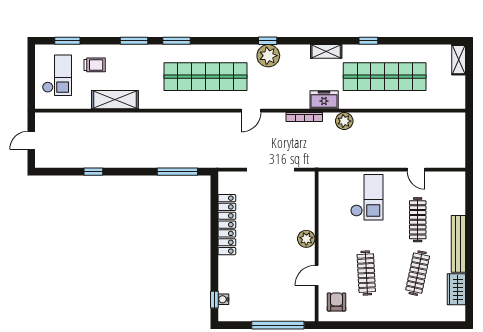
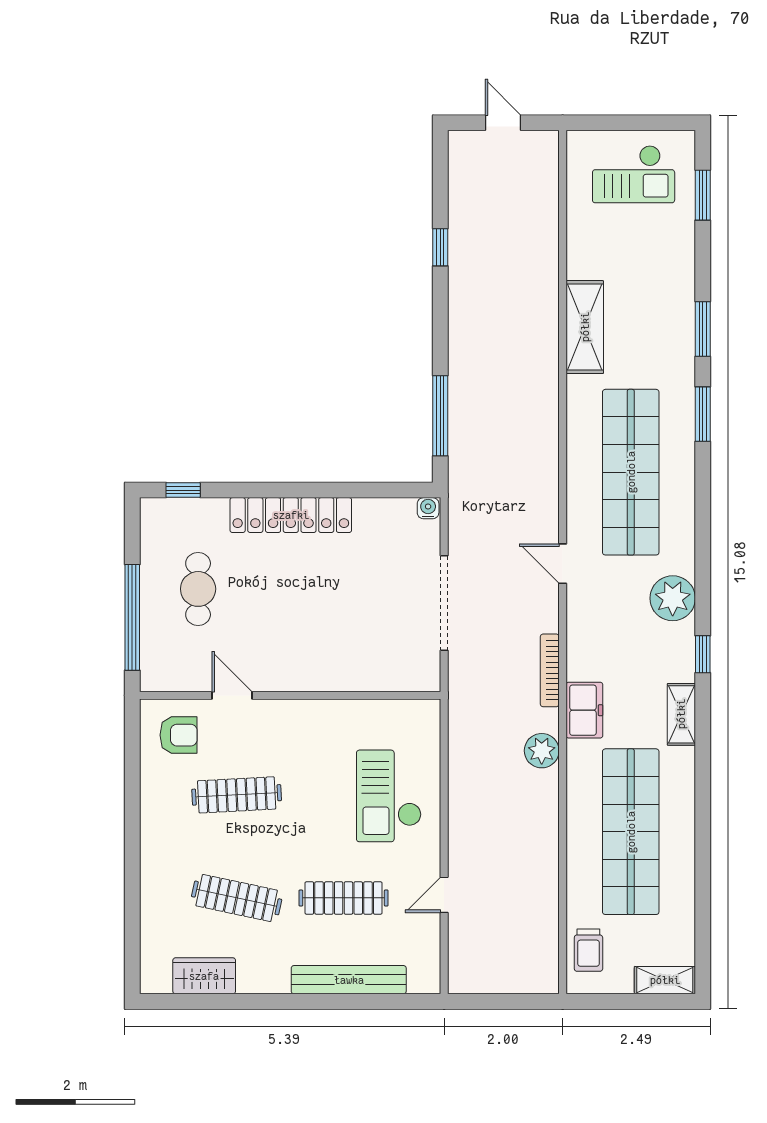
window: (268, 41) -> (703, 654), moved
window: (368, 41) -> (703, 799), removed
trolley: (95, 65) -> (588, 950), moved
shelving: (115, 100) -> (585, 327), moved
checkout: (367, 197) -> (389, 796), turned 90
locker: (227, 225) -> (291, 515), moved
plant: (306, 239) -> (305, 674), removed
bench: (458, 244) -> (349, 980), moved
cafe table: (264, 292) -> (198, 589), added
water cooler: (223, 299) -> (428, 508), moved

